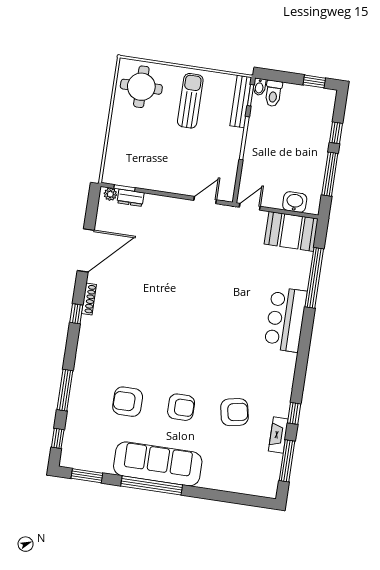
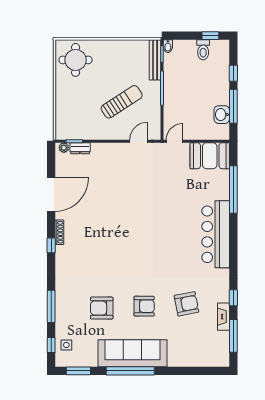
toilet: (273, 93) -> (203, 50), moved
sun lounger: (190, 101) -> (122, 102), moved, turned 57
washbasin: (295, 202) -> (222, 115), moved, turned -90
bar counter: (286, 319) -> (216, 234), width x1.36
side table: (77, 441) -> (66, 345), added

